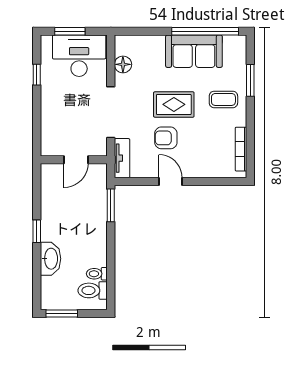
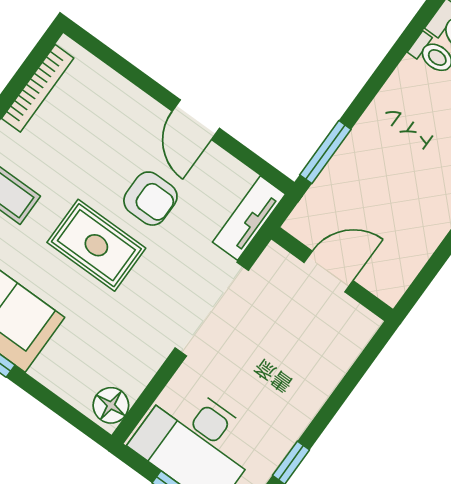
floor lamp: (123, 64) -> (111, 405), moved

